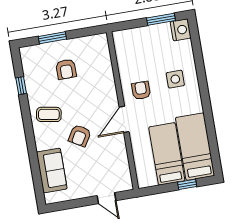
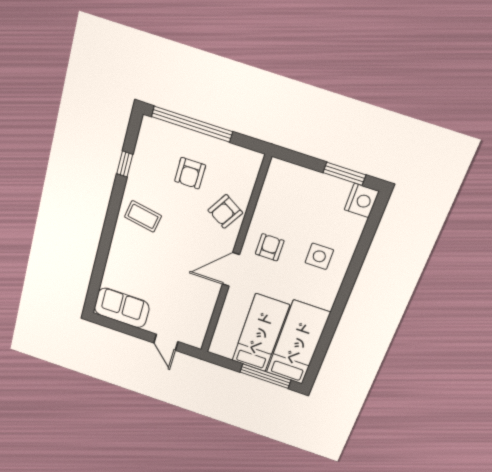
window: (52, 38) -> (192, 124), width x2.11
armchair: (80, 136) -> (225, 212), moved
sofa: (52, 170) -> (122, 308), moved, turned -90
window: (187, 184) -> (265, 376), width x2.17

